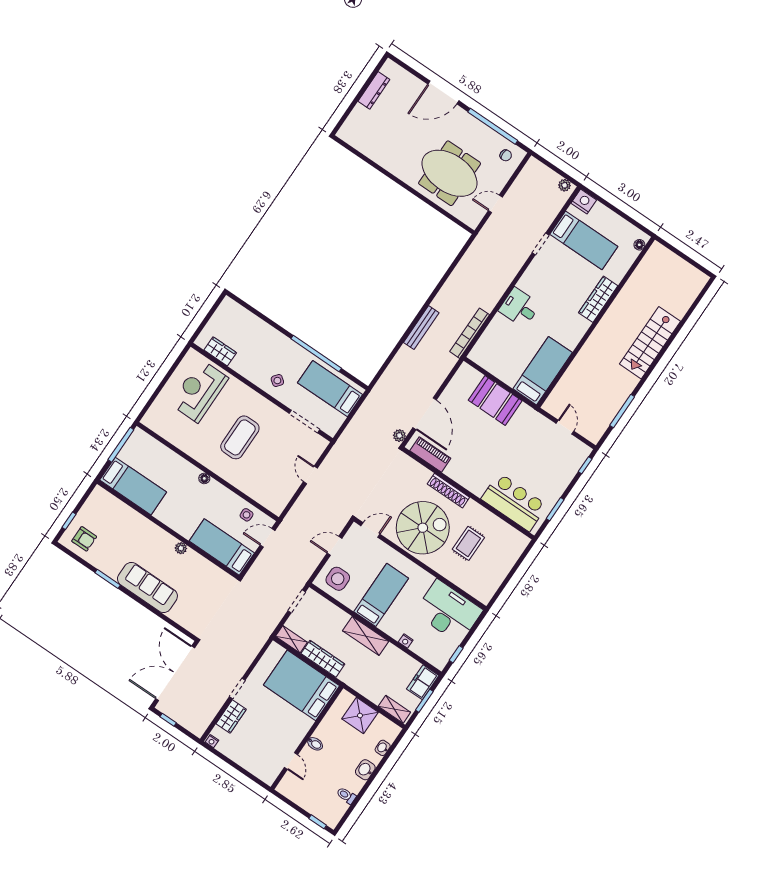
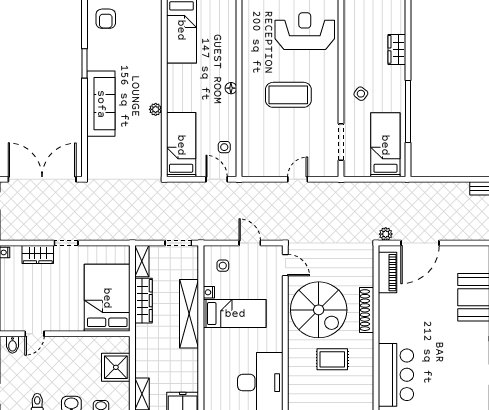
wardrobe: (220, 351) -> (397, 49), moved, turned 180
side table: (338, 579) -> (223, 266), width x0.54, depth x0.54
shelving: (366, 636) -> (189, 314), width x1.47
nightstand: (406, 641) -> (209, 292), moved
bidet: (315, 744) -> (12, 345), moved

